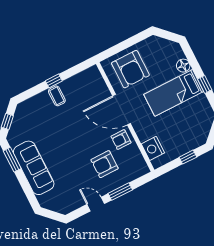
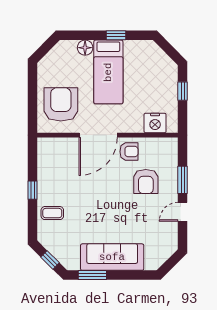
armchair: (130, 69) -> (61, 104), turned -90
coffee table: (57, 96) -> (52, 213), moved
armchair: (121, 140) -> (129, 152), turned -90

